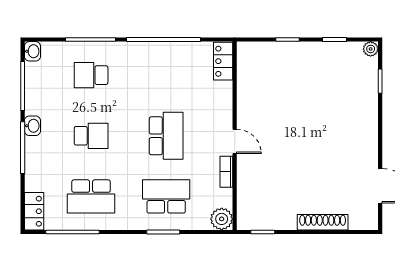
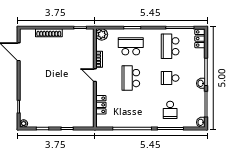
locker: (223, 61) -> (101, 105), moved
school desk: (91, 75) -> (170, 110), turned 90
school desk: (91, 196) -> (170, 46), turned -90
school desk: (166, 196) -> (131, 46), turned 180

